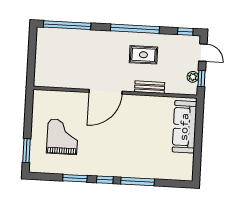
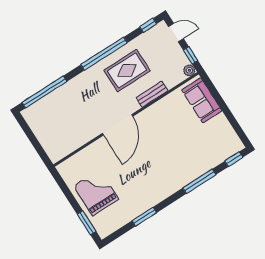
rug: (143, 55) -> (127, 71), width x1.36, depth x1.43
plant: (193, 77) -> (189, 70), moved
sofa: (185, 127) -> (202, 100), width x0.73
grand piano: (62, 137) -> (96, 192), moved
window: (105, 180) -> (234, 159), moved

